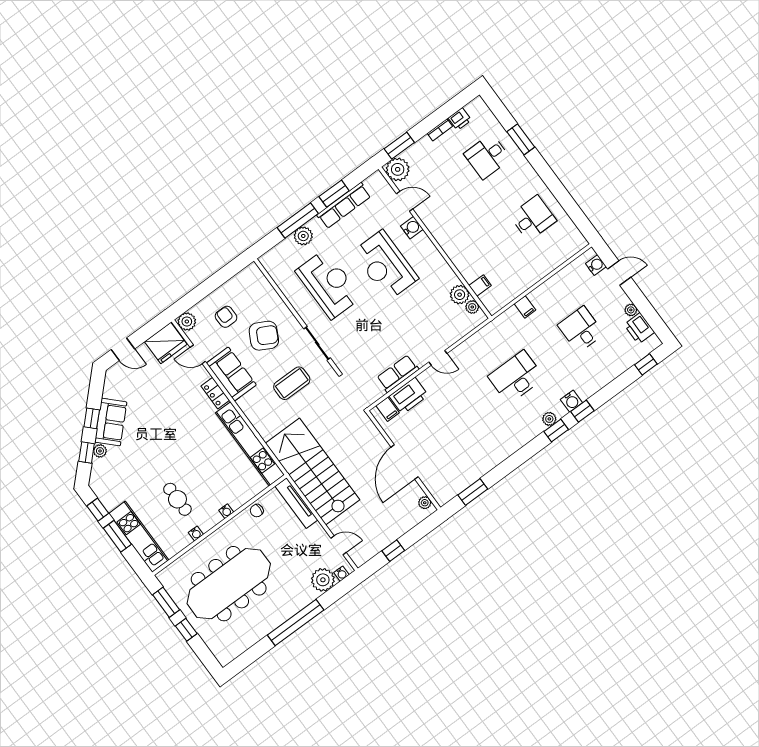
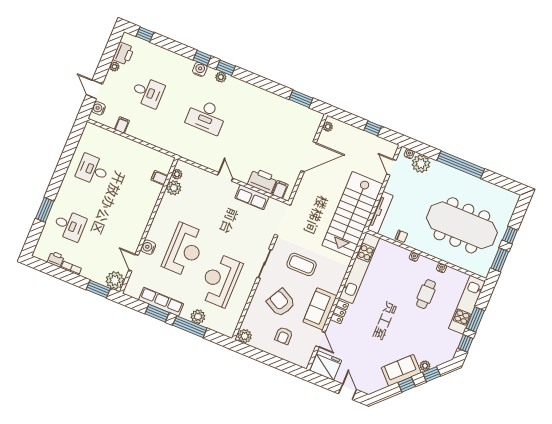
filing cabinet: (525, 307) -> (122, 125), moved
plant: (187, 322) -> (245, 336), moved
desk: (581, 329) -> (148, 92), turned -90

